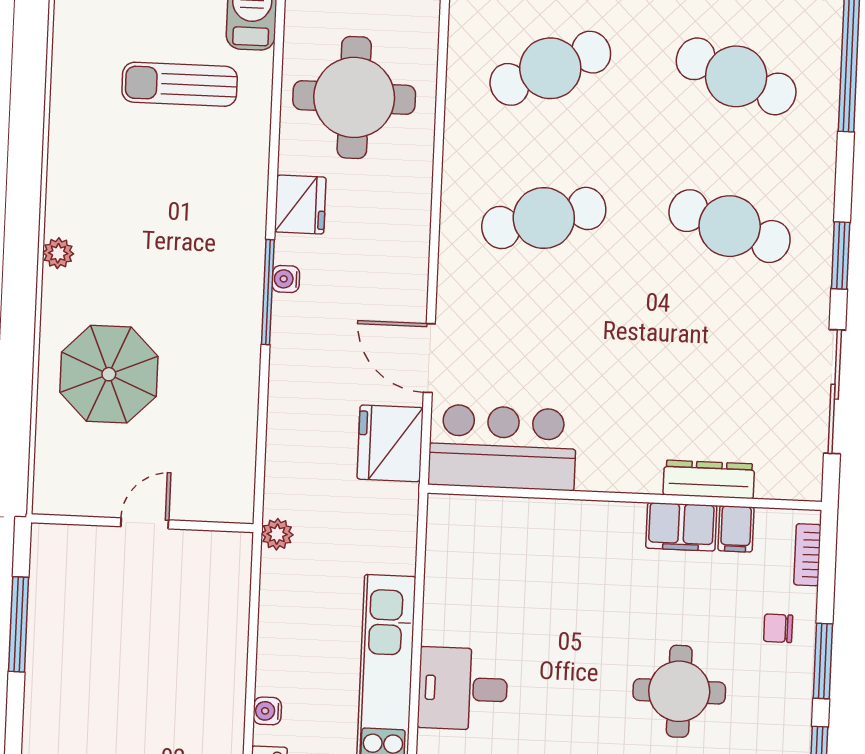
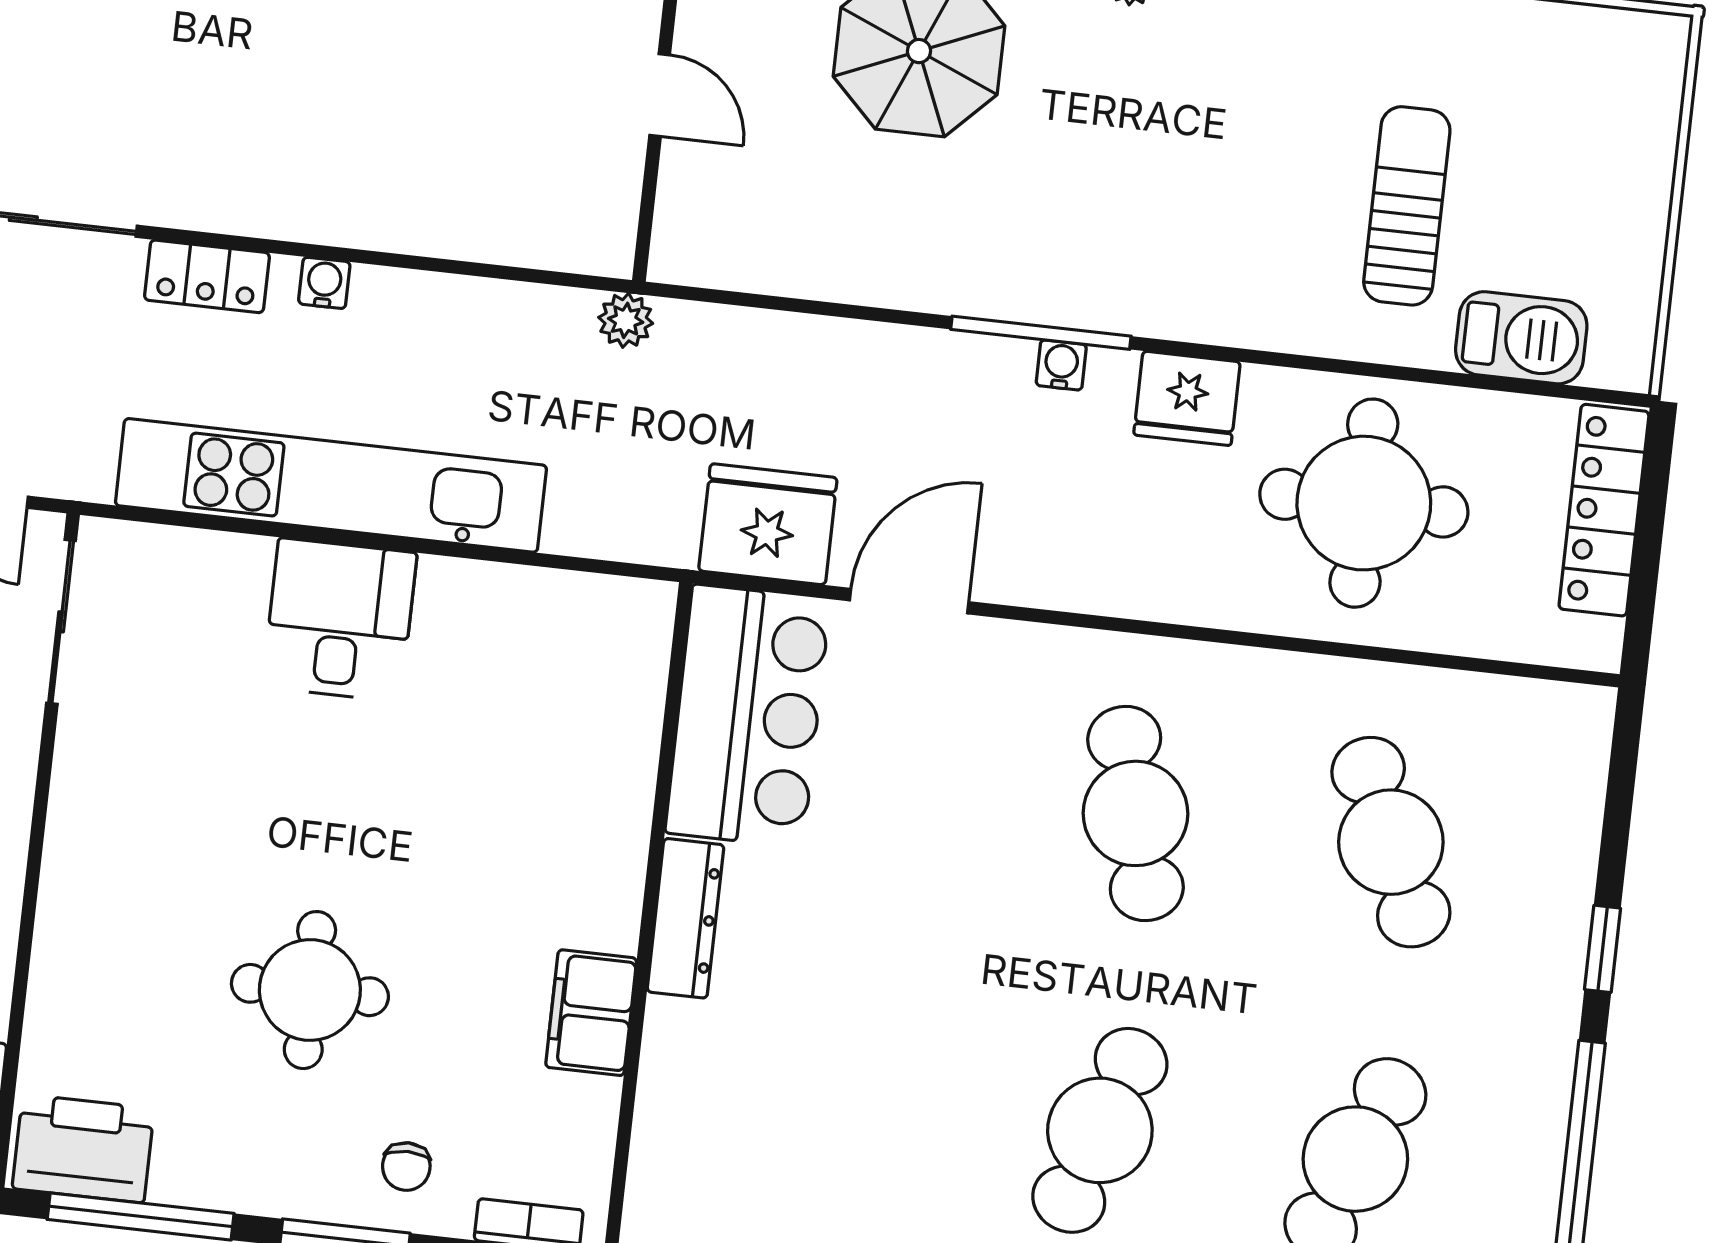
dresser: (709, 479) -> (685, 918), moved
filing cabinet: (736, 529) -> (581, 1106), removed
chair: (778, 628) -> (406, 1167), turned 180

